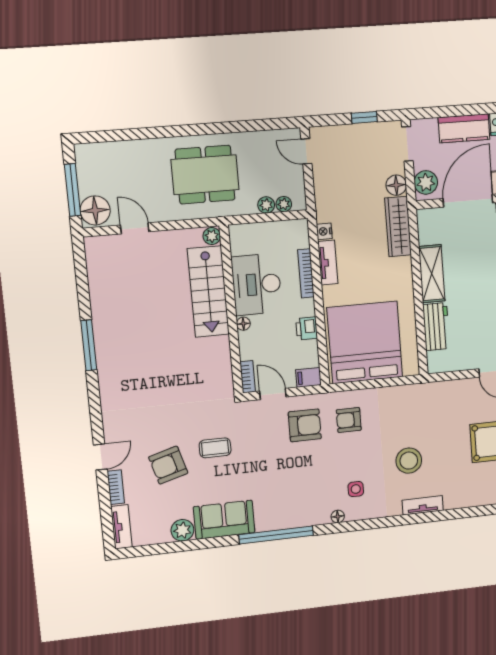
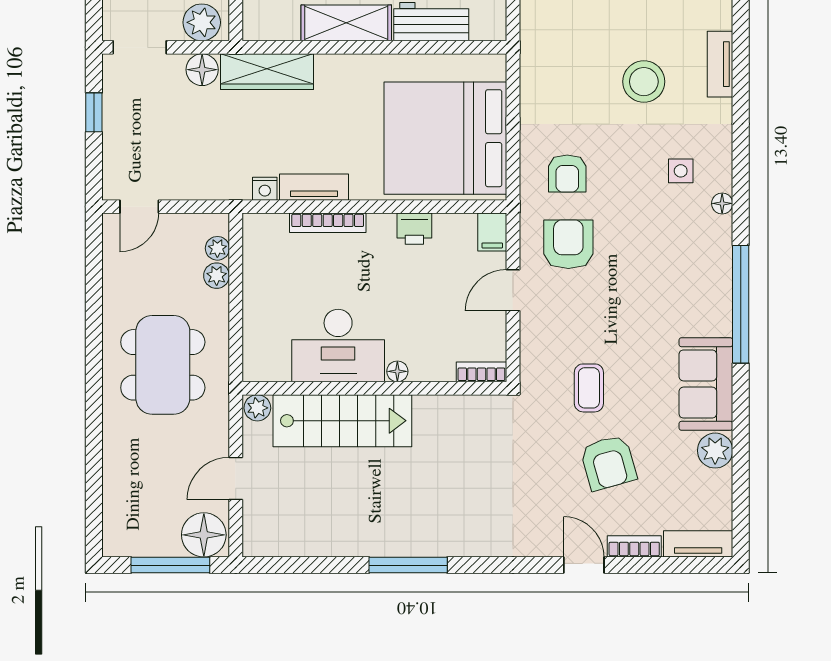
plant: (212, 236) -> (257, 408), moved
desk: (257, 284) -> (338, 345), moved
stairs: (208, 292) -> (342, 421), moved
wall: (231, 310) -> (374, 388), moved
floor lamp: (243, 324) -> (397, 371), moved
bookcase: (248, 377) -> (481, 372), moved

